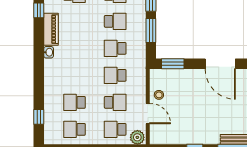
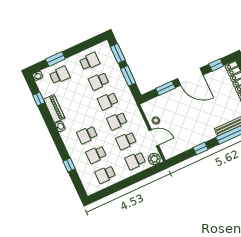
school desk: (115, 21) -> (99, 81), turned 180
window: (173, 64) -> (165, 88), moved
school desk: (74, 75) -> (87, 135), added
school desk: (115, 102) -> (126, 141), turned 180
window: (39, 117) -> (69, 165), moved

